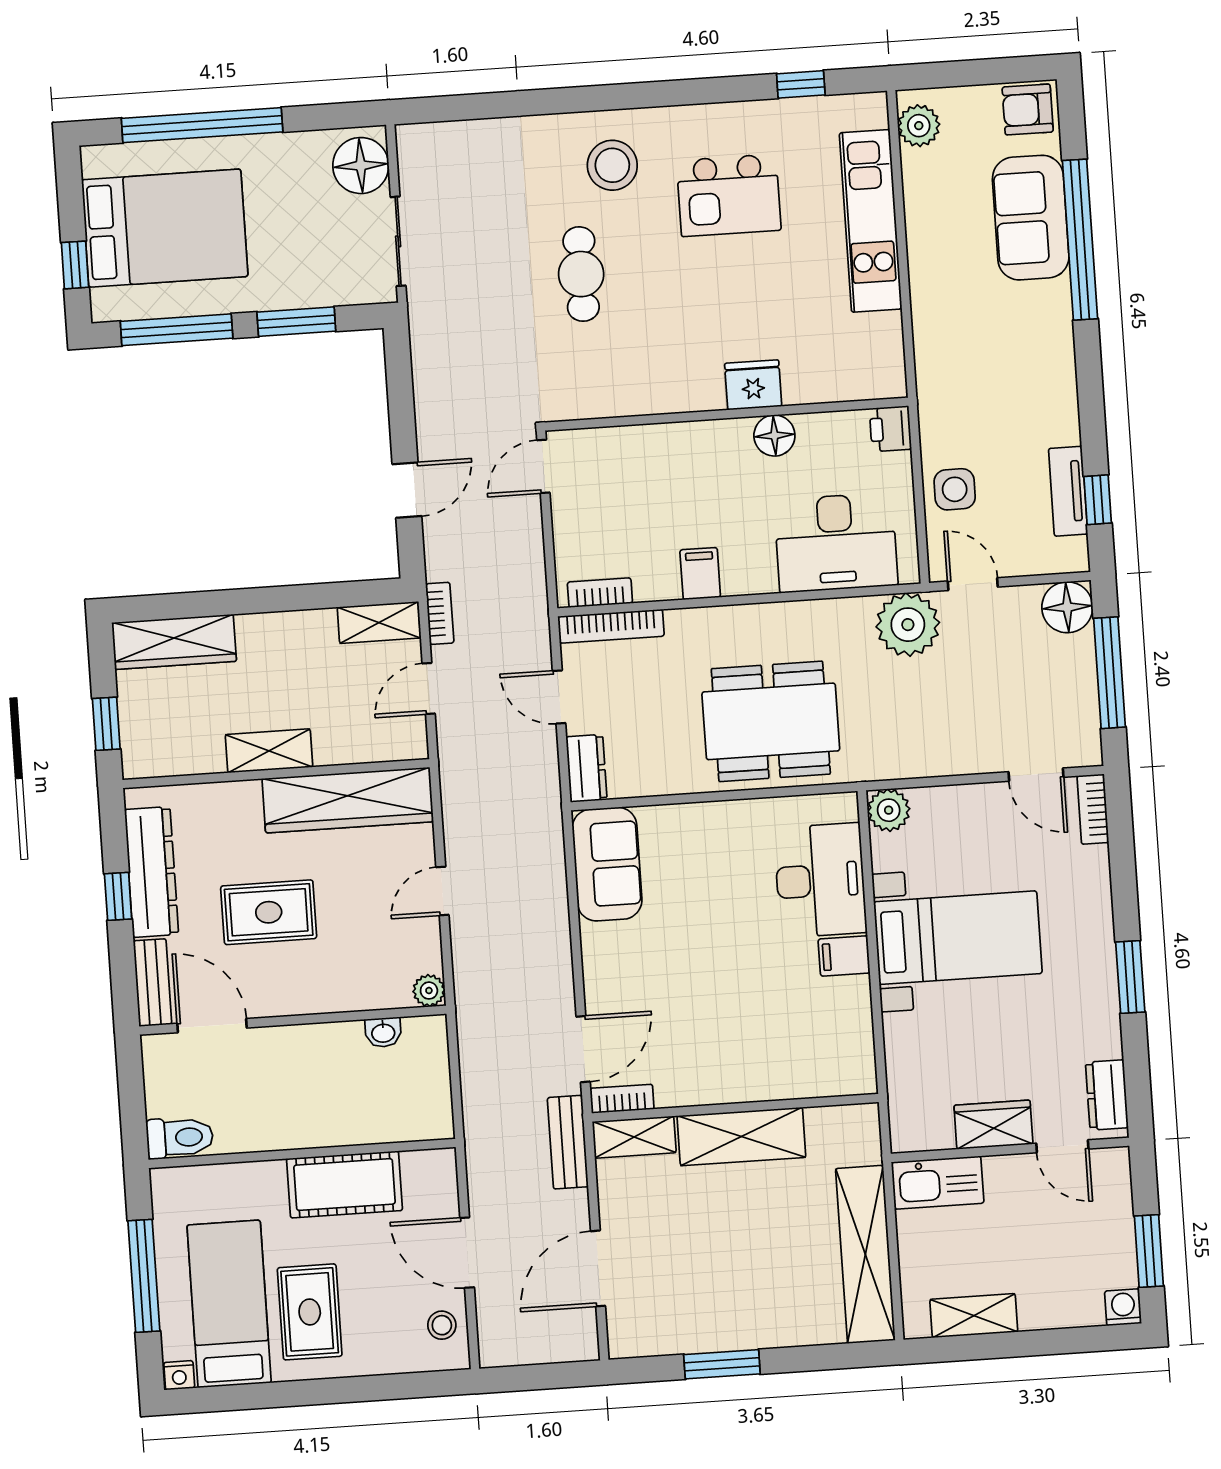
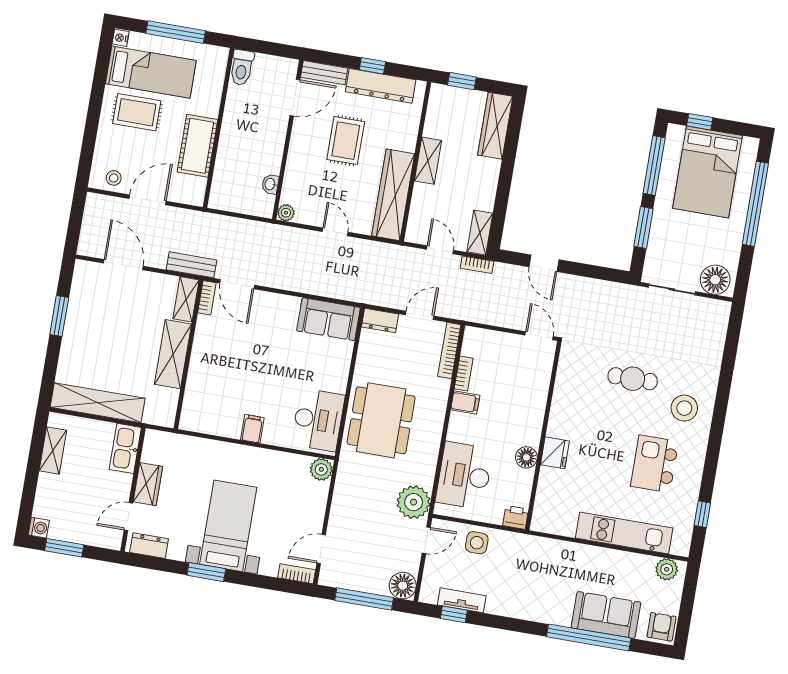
bookcase: (600, 593) -> (464, 374), moved
desk: (820, 880) -> (318, 420), moved, turned -90
bed with nightstands: (958, 938) -> (228, 526), moved, turned 180

